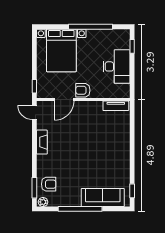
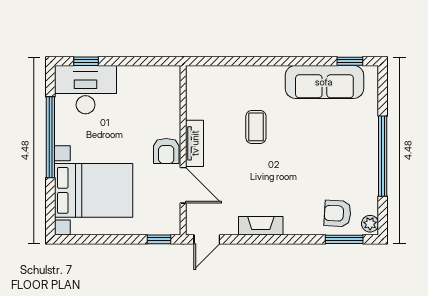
desk: (117, 66) -> (86, 90), moved
tv unit: (116, 106) -> (195, 143), moved
coffee table: (96, 139) -> (256, 127), added
armchair: (49, 184) -> (338, 213), turned -87
sofa: (103, 198) -> (324, 82), moved, turned -90

